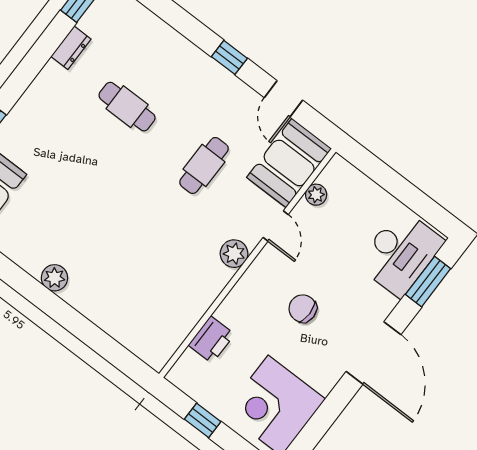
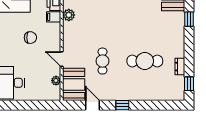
cafe table: (127, 107) -> (145, 61), width x1.37, depth x1.35
plant: (234, 254) -> (69, 15), moved
filing cabinet: (232, 314) -> (54, 17), added

